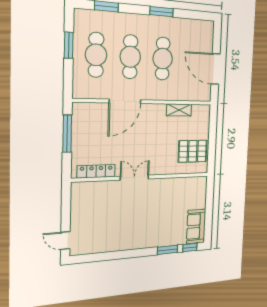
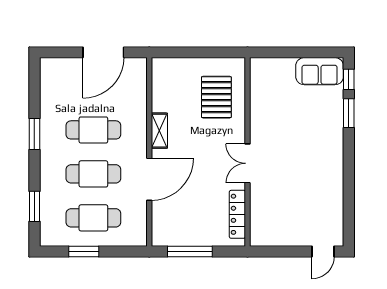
door: (125, 101) -> (149, 179), hinge flipped
shelving: (179, 110) -> (159, 131), moved
pallet: (193, 151) -> (216, 97), moved

